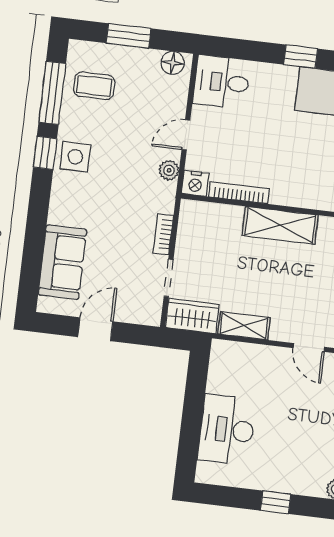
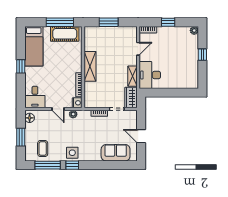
desk: (227, 430) -> (150, 75), moved, turned 90

